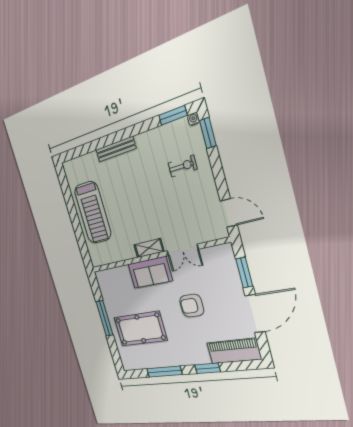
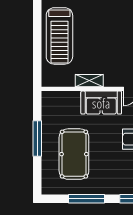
shelving: (149, 248) -> (89, 81), moved
pool table: (140, 329) -> (74, 154), turned 90

